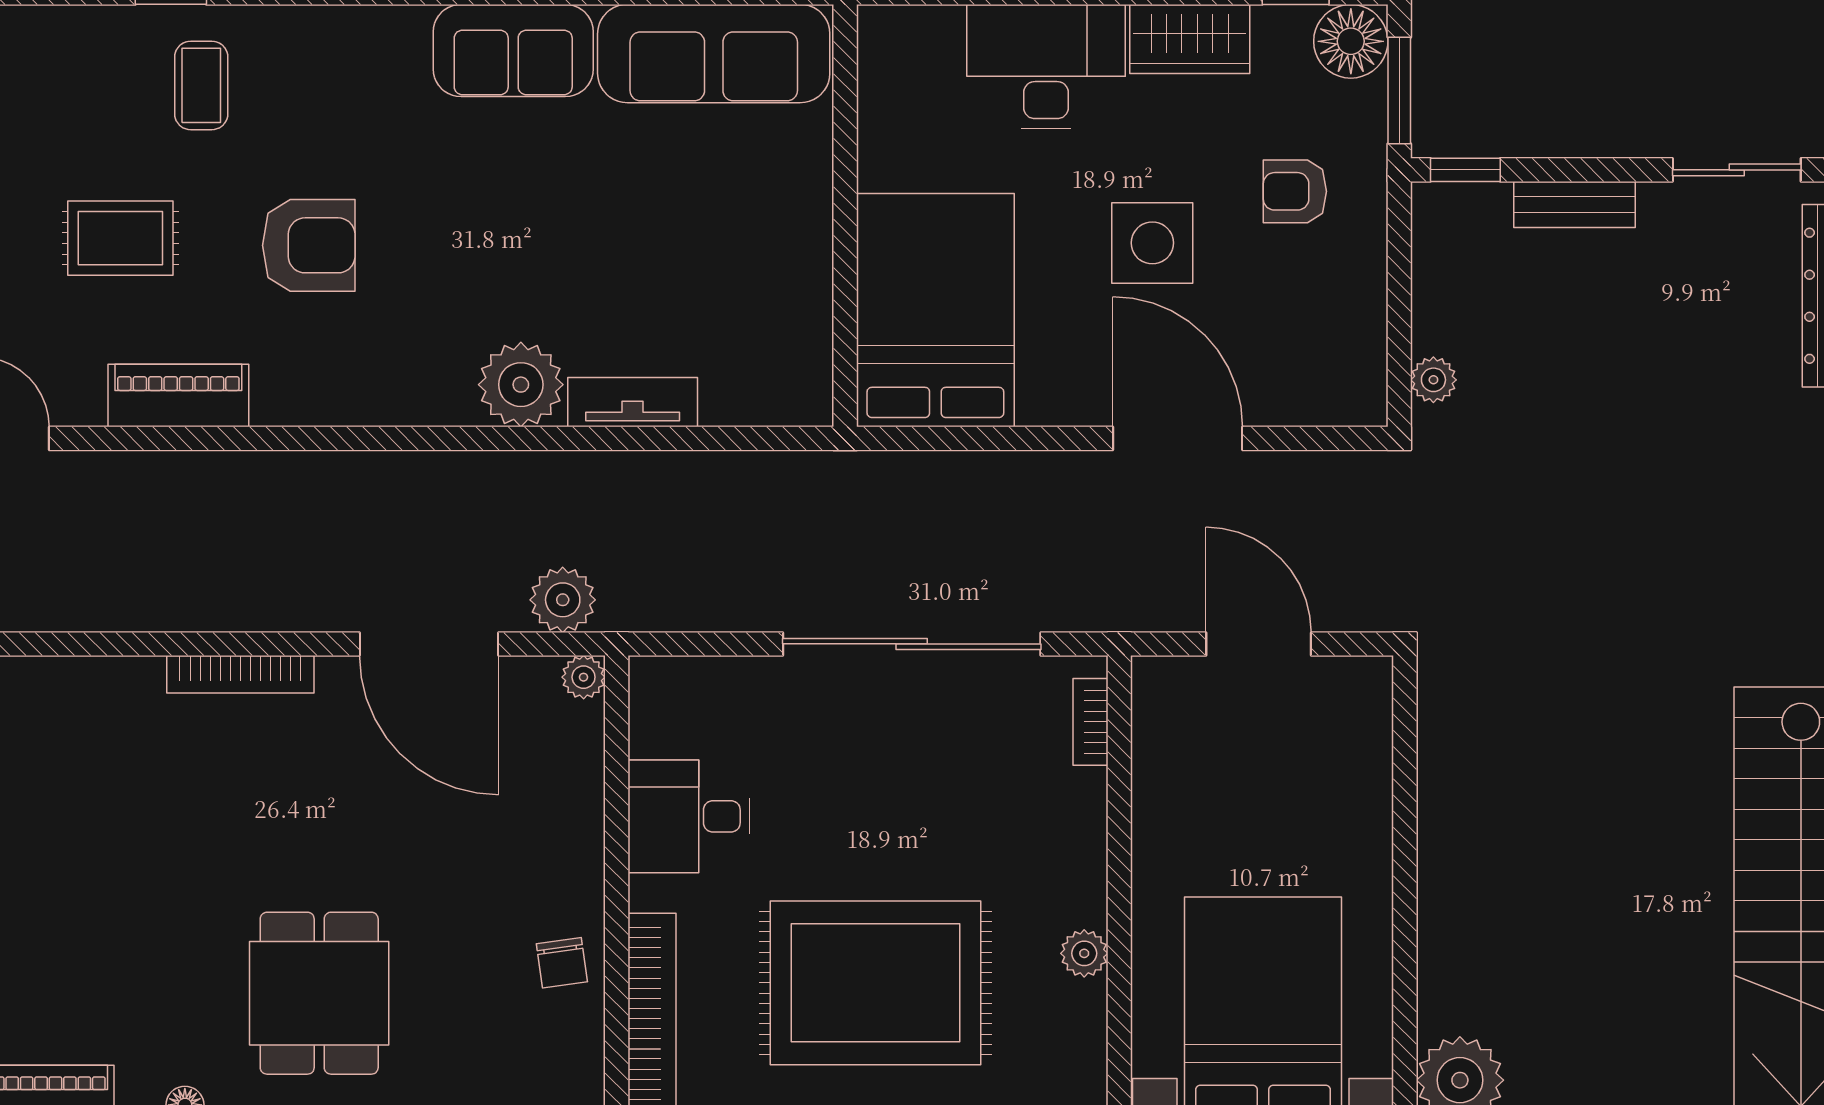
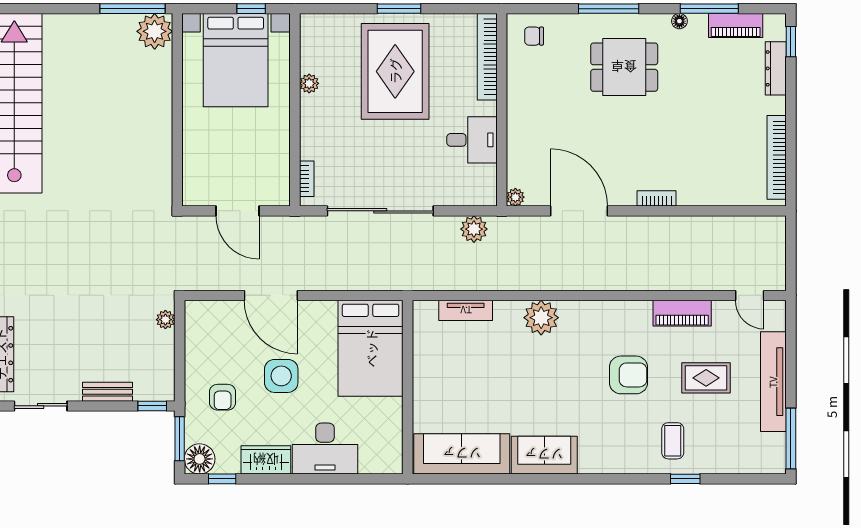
armchair: (1295, 191) -> (223, 397), turned 90
armchair: (309, 245) -> (628, 375), turned 180
tv unit: (633, 402) -> (466, 310), moved
plant: (563, 600) -> (474, 229), moved
bookcase: (240, 674) -> (657, 198), width x0.64
chair: (562, 963) -> (534, 36), moved, turned -82
rug: (876, 983) -> (395, 71), turned 90
dining table: (319, 993) -> (624, 67), turned 90

